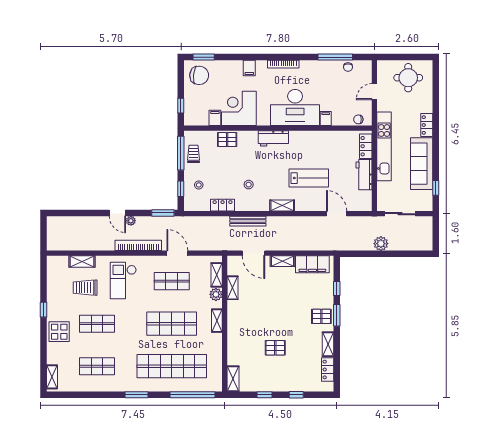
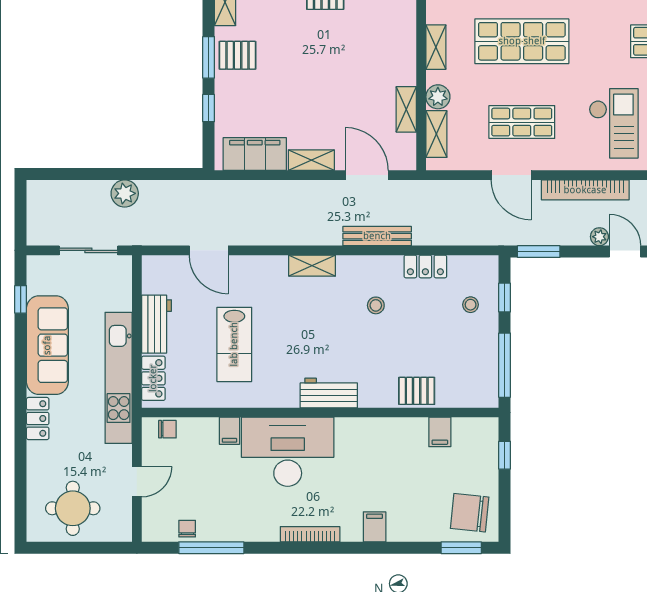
corner desk: (239, 108) -> (394, 450), removed
trolley: (194, 154) -> (480, 364), removed
lab bench: (309, 178) -> (234, 344), moved, turned -90

